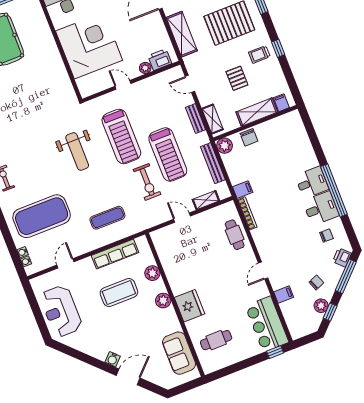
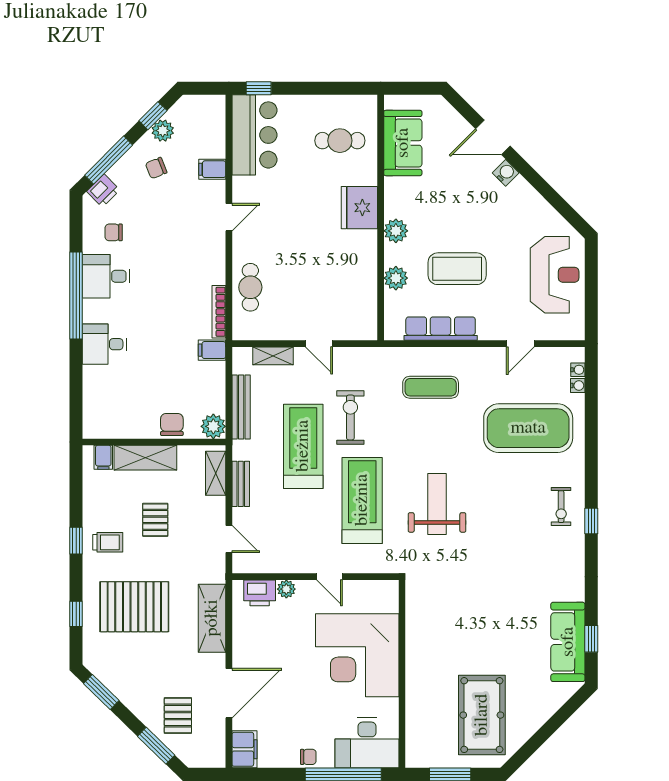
desk: (312, 182) -> (104, 344), moved

